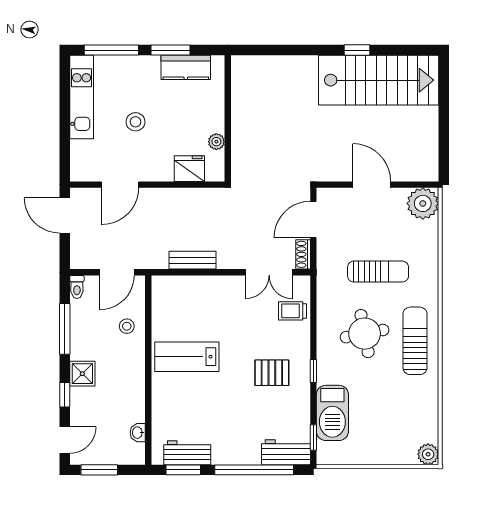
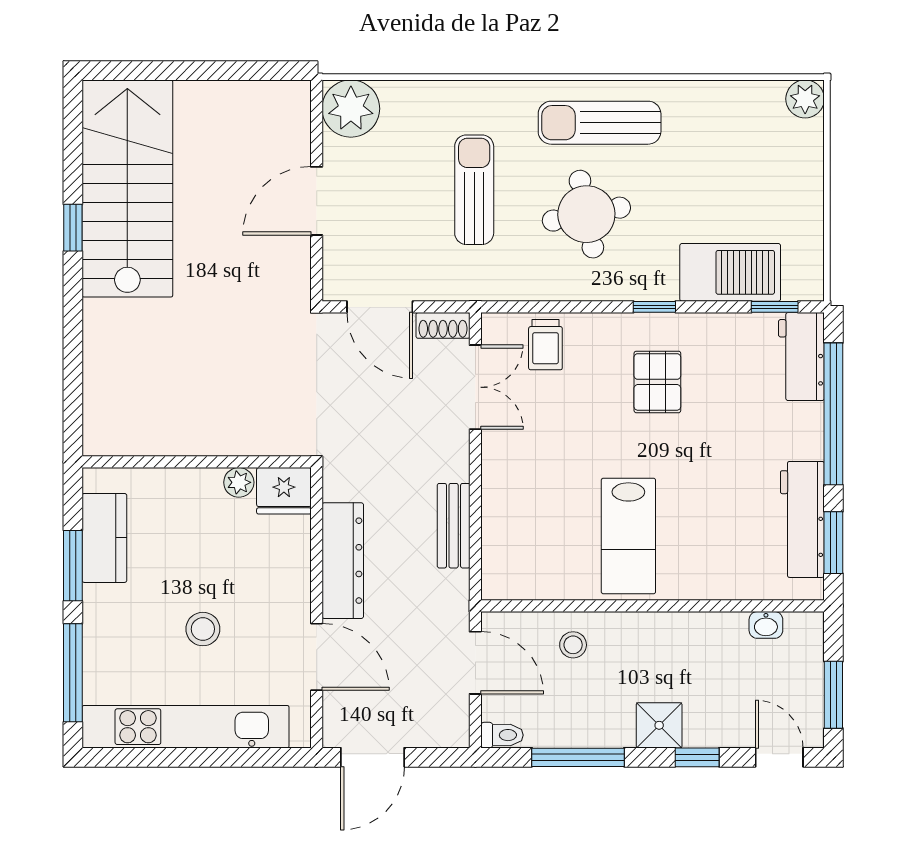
kitchen unit: (82, 97) -> (186, 727), width x1.36
fridge: (189, 169) -> (284, 491), moved, turned -90
dresser: (173, 199) -> (343, 561), added
workbench: (187, 453) -> (802, 519), width x1.37

